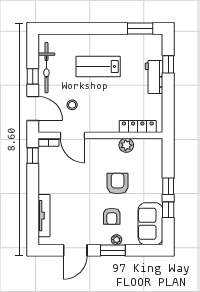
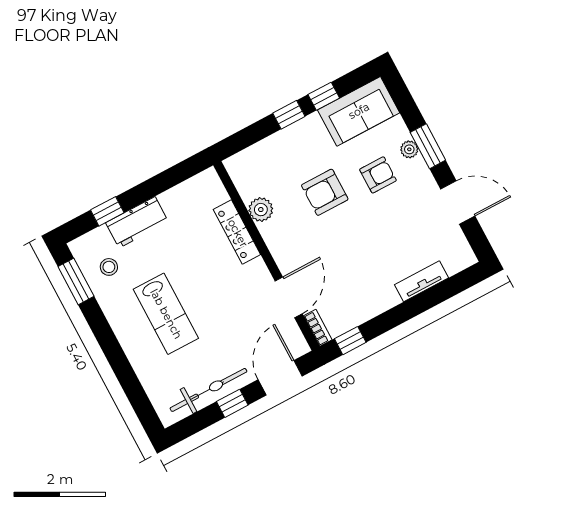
stool: (72, 105) -> (109, 267), moved
locker: (138, 127) -> (237, 232), moved
tv unit: (44, 216) -> (422, 281), width x0.71

